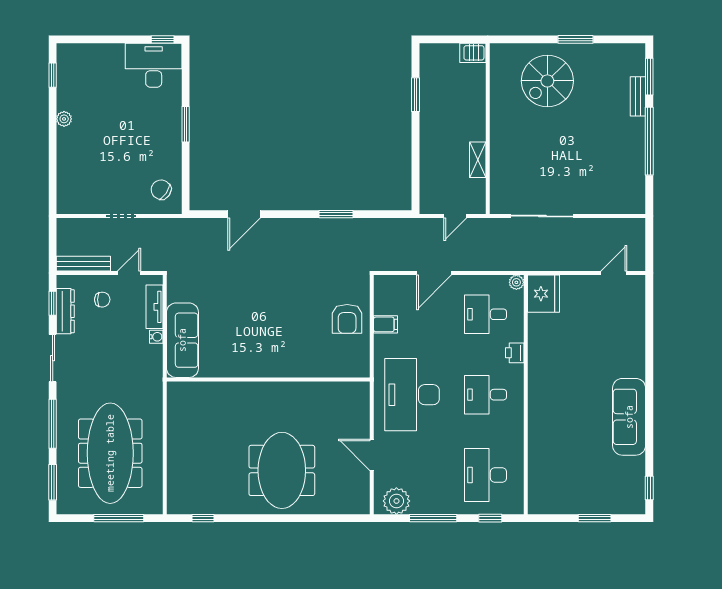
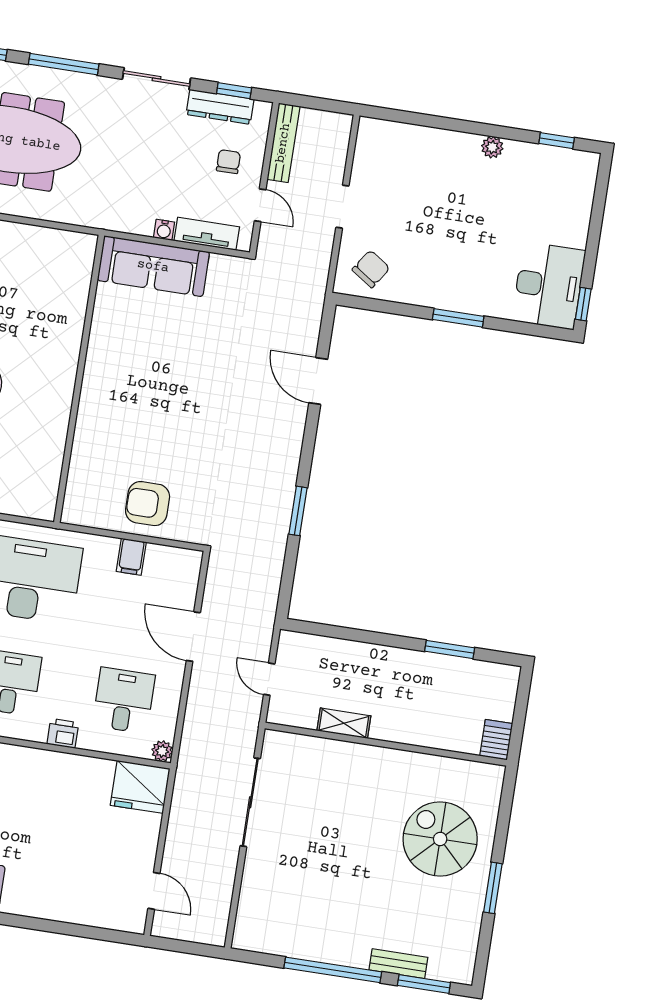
chair: (102, 300) -> (228, 162), turned 180

